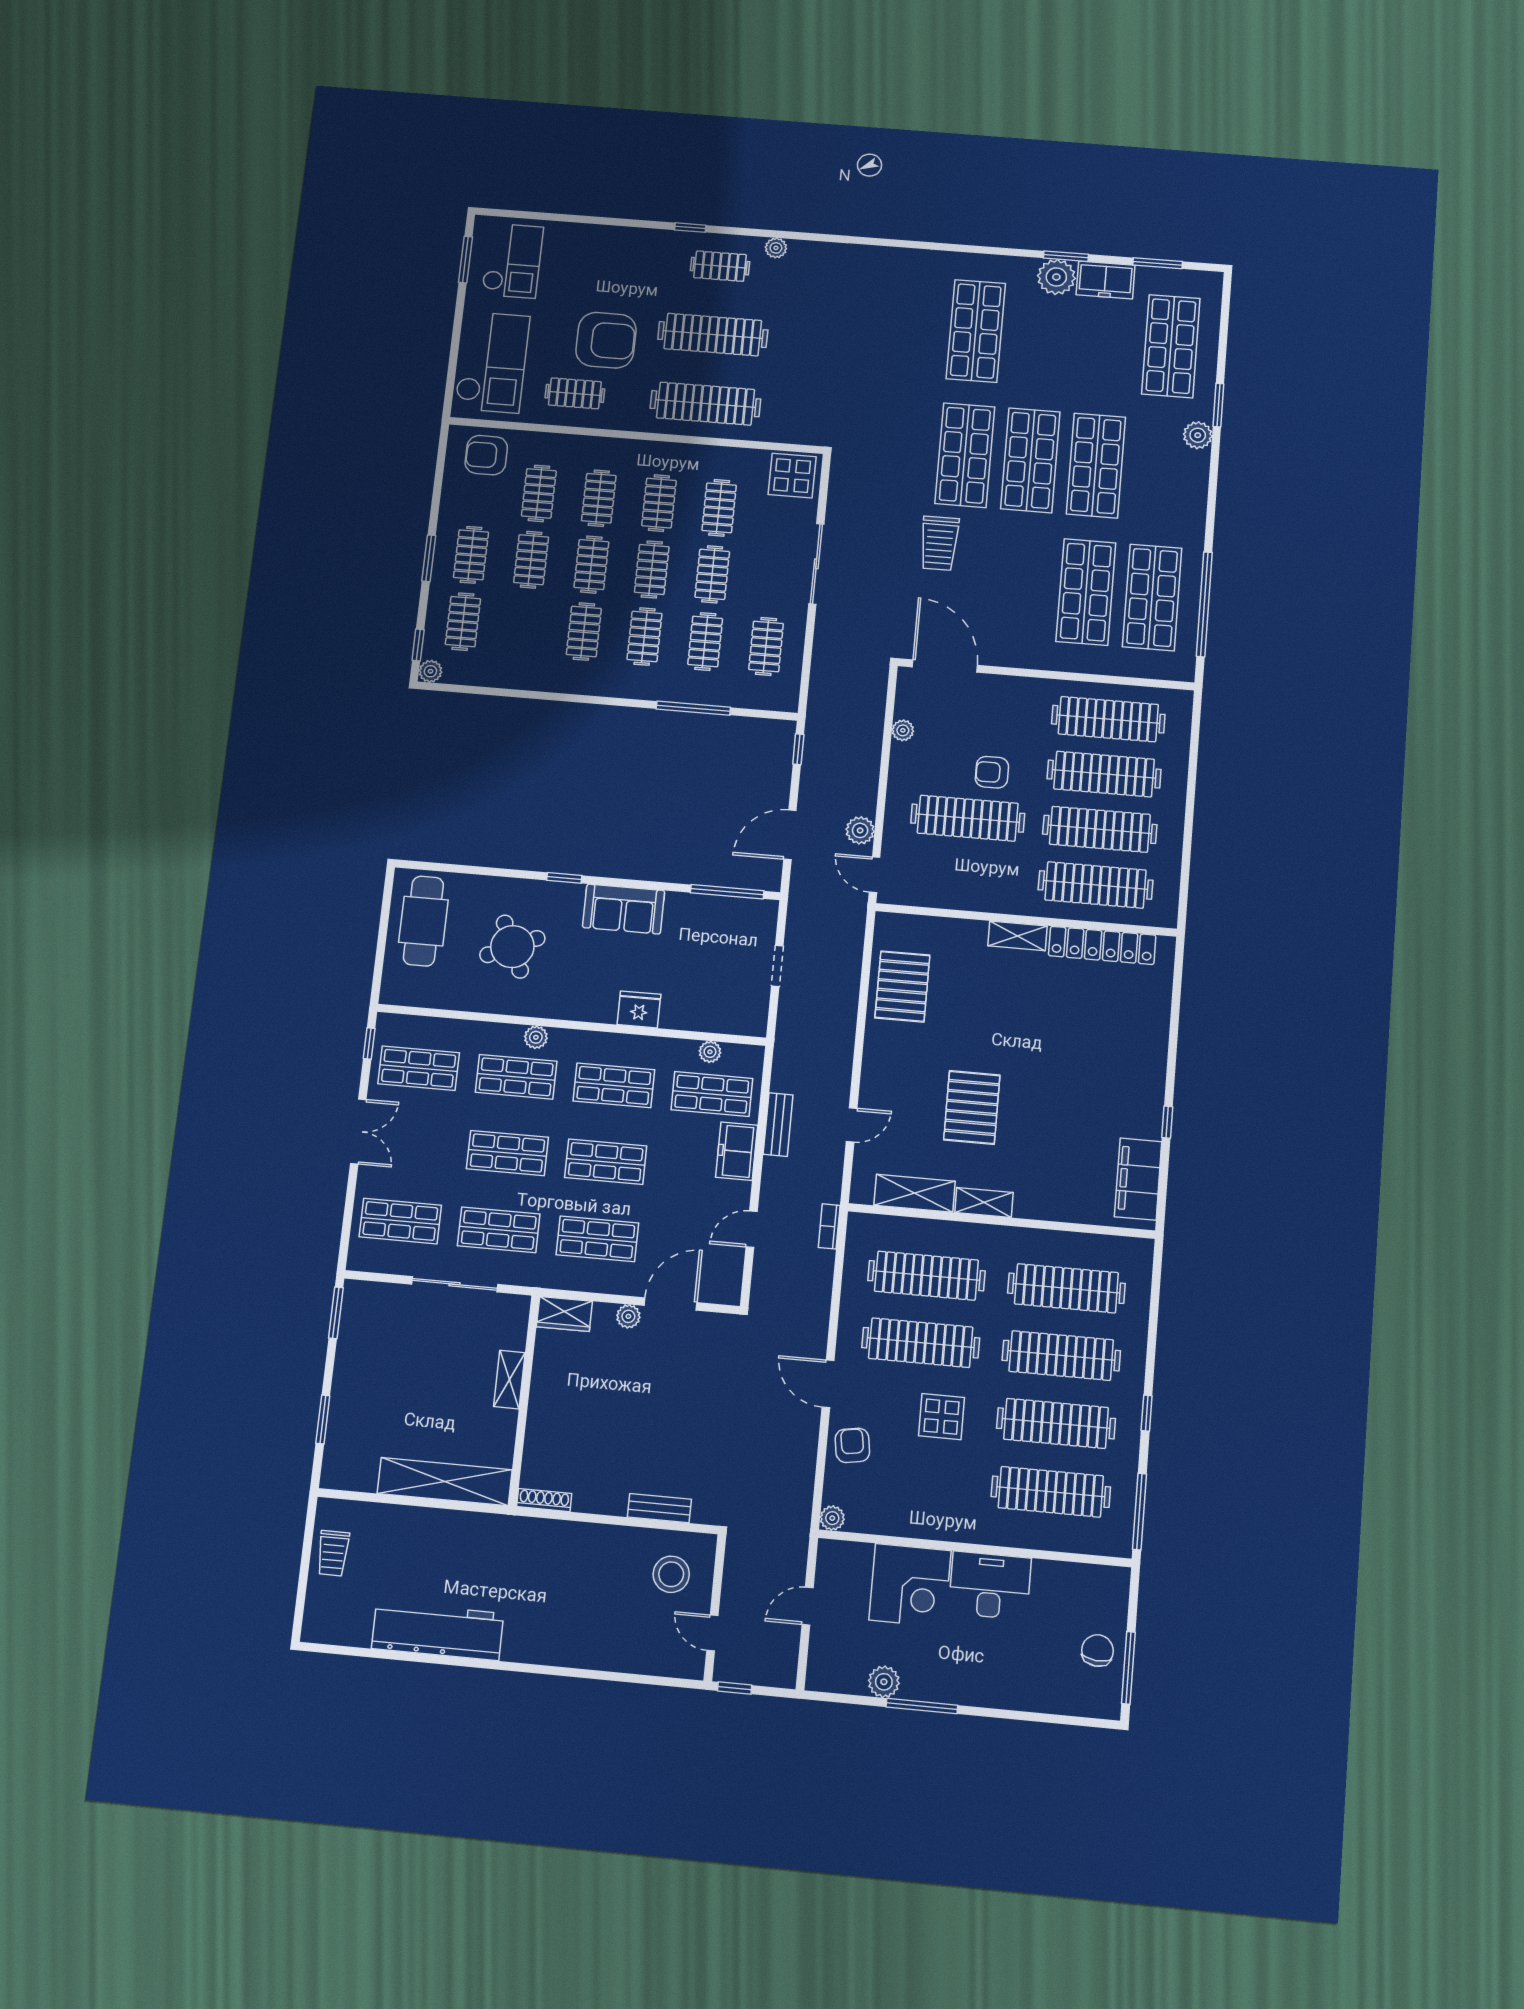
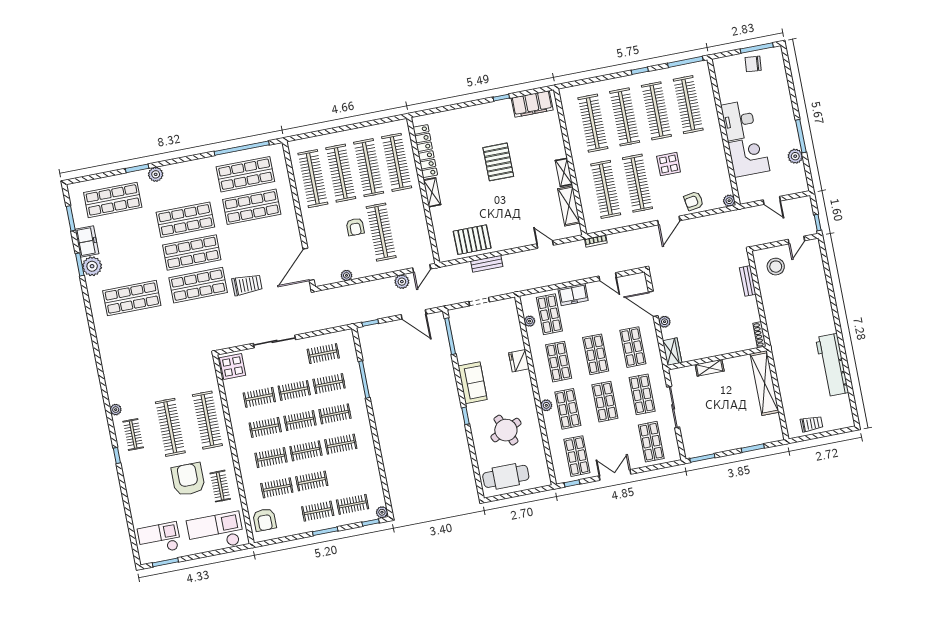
pallet: (972, 1107) -> (498, 162), moved, turned 90
bench: (778, 1125) -> (487, 264), moved

